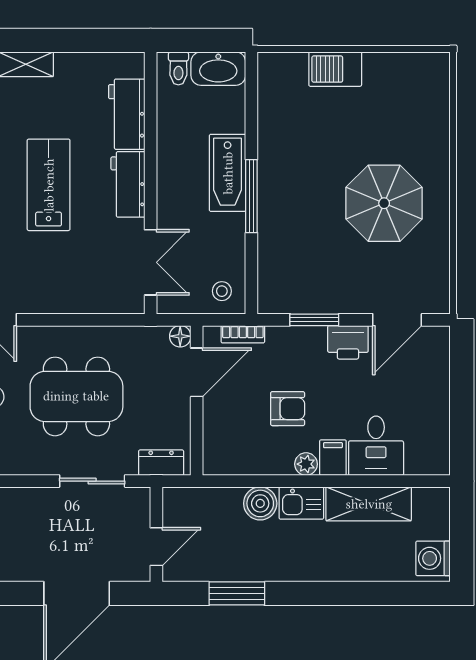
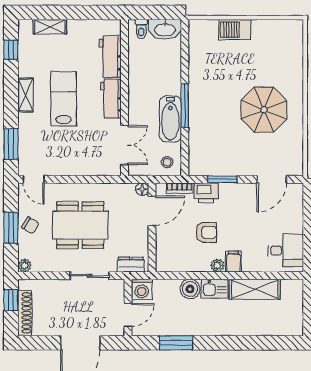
bathtub: (228, 173) -> (170, 119), moved
printer: (348, 342) -> (206, 193), moved
desk: (376, 446) -> (286, 250), moved, turned -90
washing machine: (433, 558) -> (142, 289), moved, turned -90

